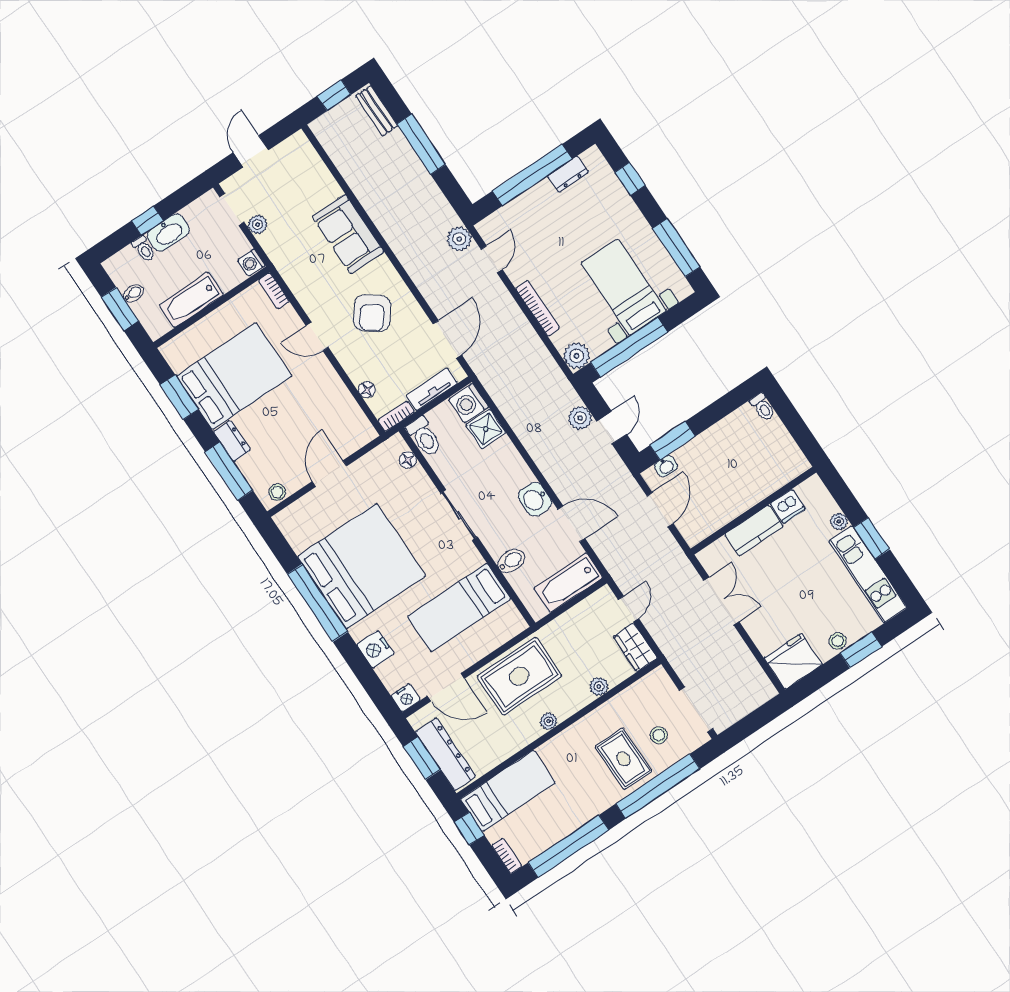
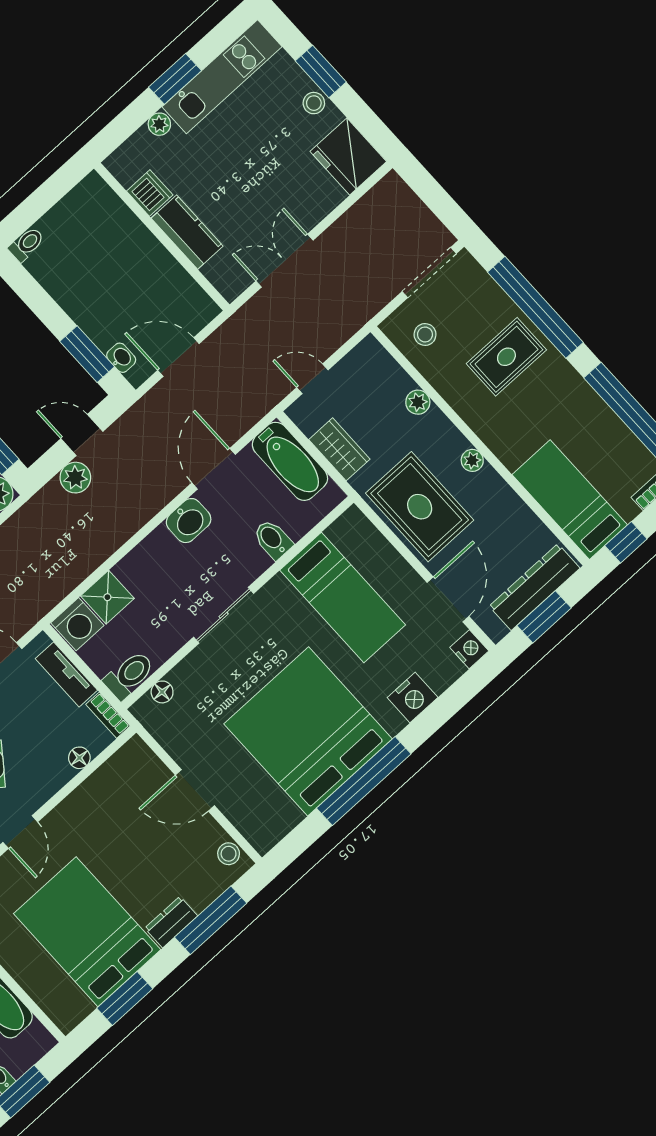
wardrobe: (635, 647) -> (339, 449), moved, turned -90
stool: (659, 735) -> (425, 334), moved

